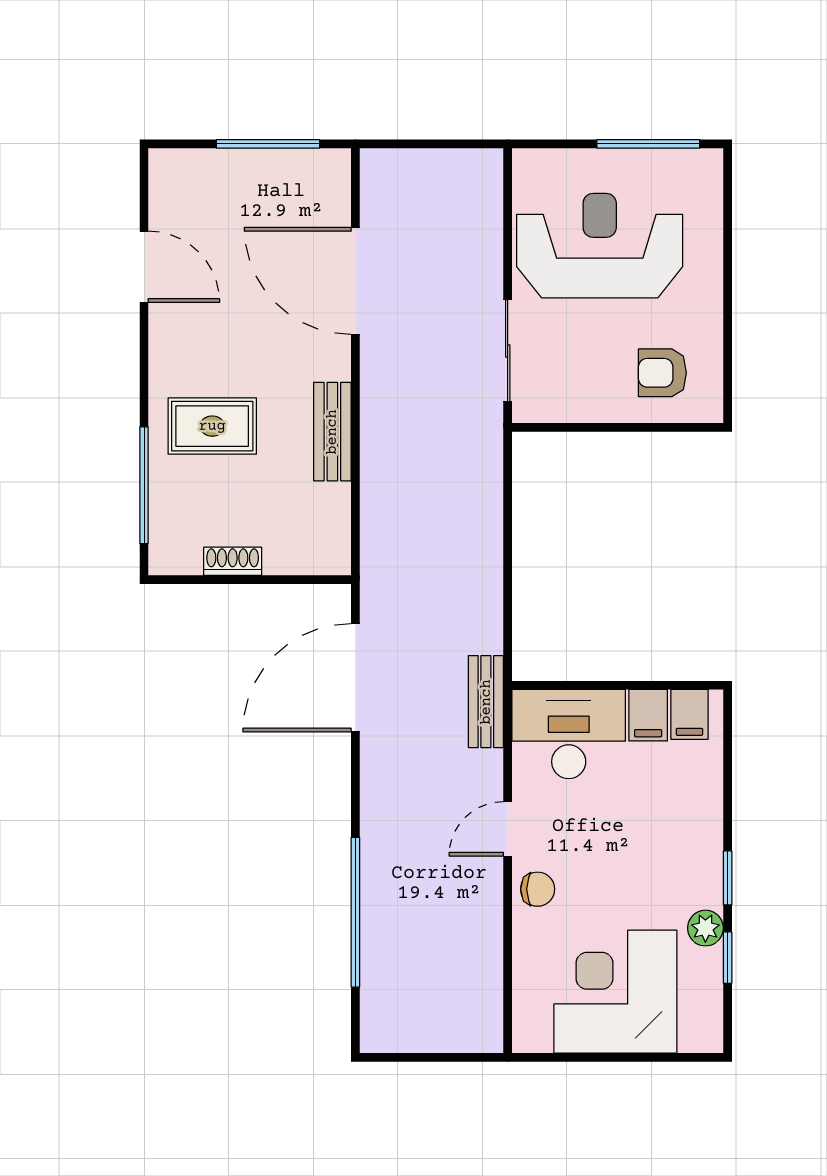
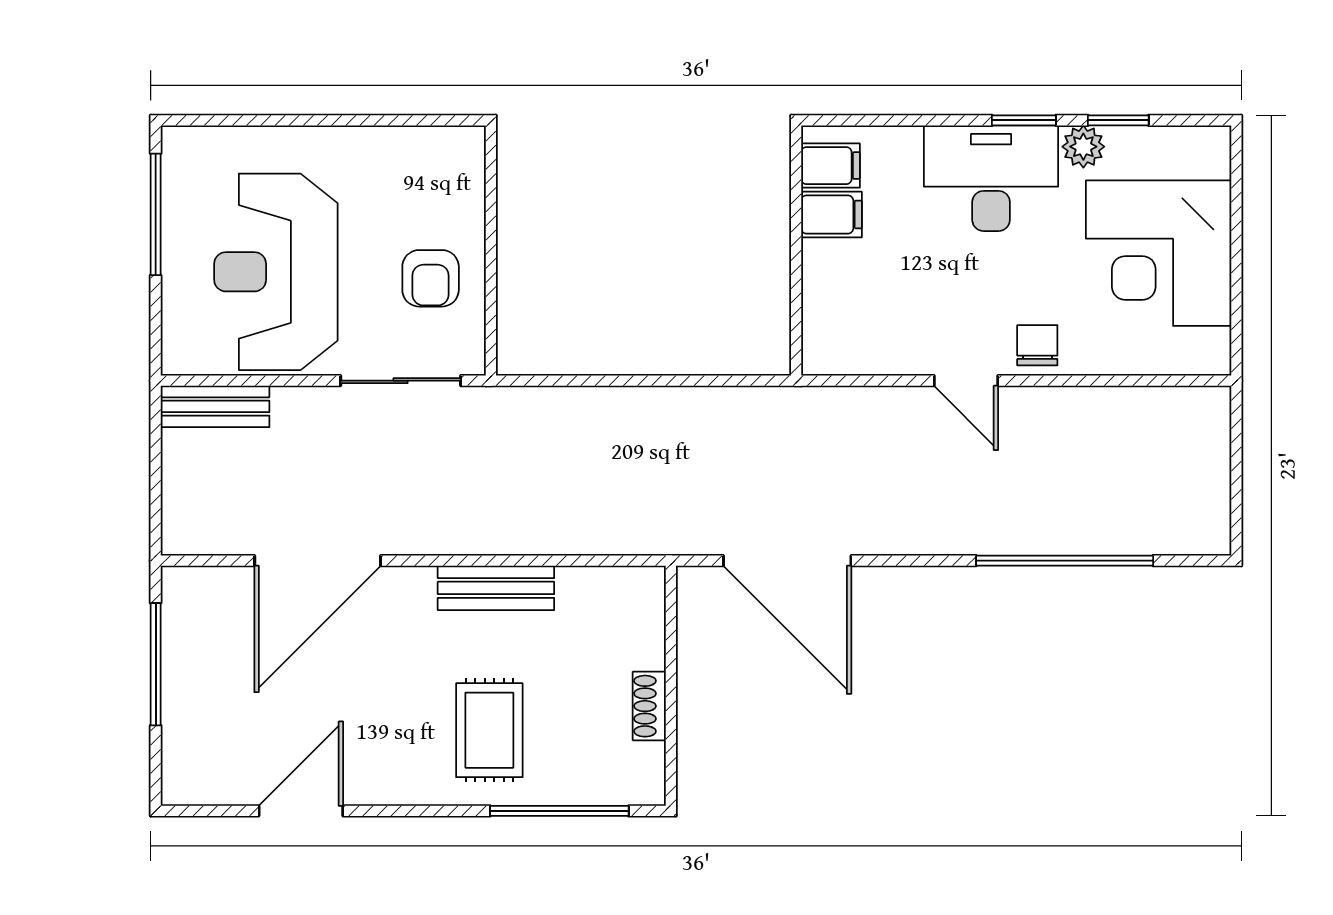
armchair: (662, 373) -> (431, 278), moved
bench: (486, 702) -> (215, 406), moved
desk: (569, 734) -> (991, 178), moved, turned 90

